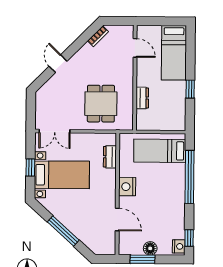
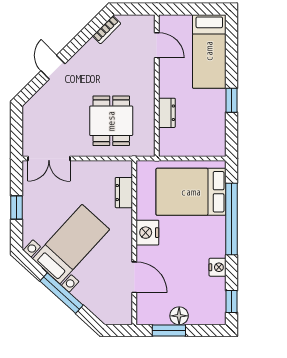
bed: (160, 151) -> (191, 192), width x1.50
bed with nightstands: (62, 175) -> (71, 244), moved, turned -48
nightstand: (179, 246) -> (218, 267), moved

